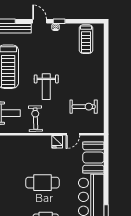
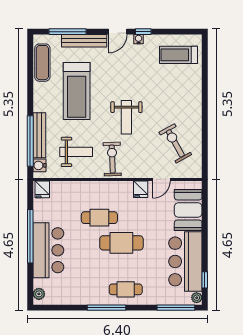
door: (40, 21) -> (118, 32), swing flipped
treadmill: (86, 39) -> (178, 55), turned 90
exercise bike: (84, 107) -> (175, 143), turned -119
cafe table: (26, 163) -> (99, 218), added

